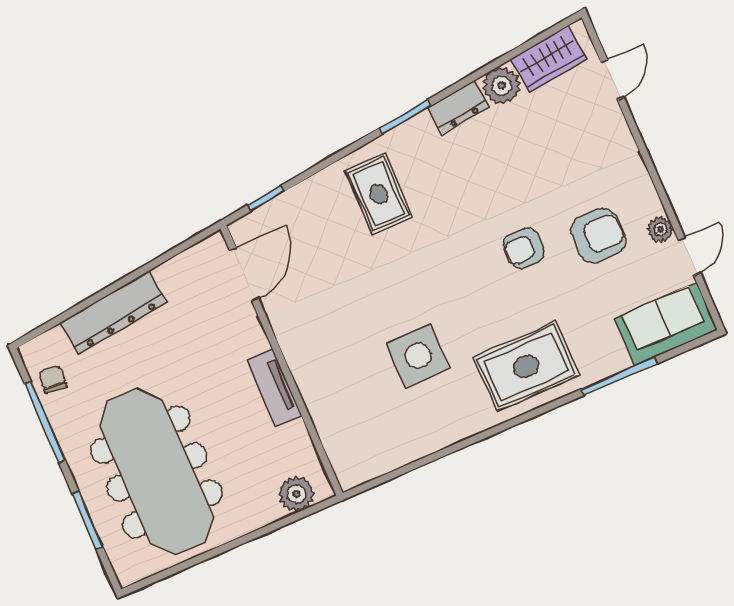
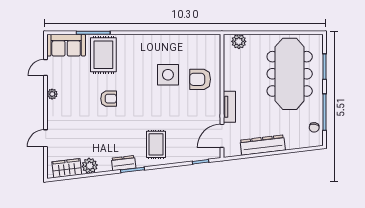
door: (612, 80) -> (46, 138), moved
dresser: (458, 107) -> (124, 163), moved
plant: (661, 229) -> (52, 94), moved
armchair: (598, 236) -> (200, 79), moved
dresser: (114, 312) -> (263, 145), moved
rug: (526, 366) -> (103, 55), moved, turned 90
tv unit: (274, 388) -> (229, 107), moved

